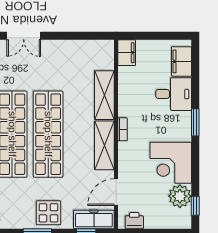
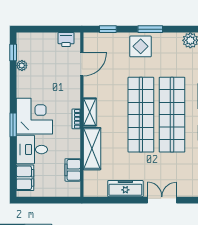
filing cabinet: (127, 53) -> (73, 170), moved
shelving: (104, 145) -> (90, 112), width x0.67, depth x0.75
corner desk: (171, 163) -> (34, 116), moved
plant: (180, 196) -> (22, 65), width x0.53, depth x0.53
freezer: (94, 219) -> (125, 189), moved, turned 180

